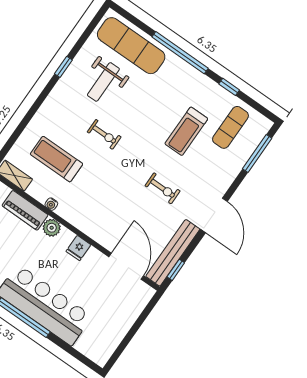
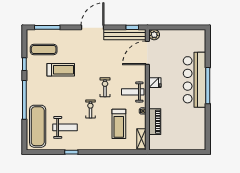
exercise bike: (163, 188) -> (105, 87), moved
weight bench: (87, 209) -> (133, 92), added
plant: (52, 228) -> (154, 35), moved

